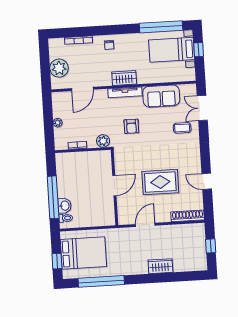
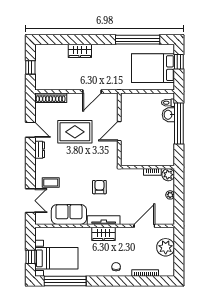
plant: (103, 141) -> (168, 175), moved
dresser: (196, 161) -> (40, 150), added

